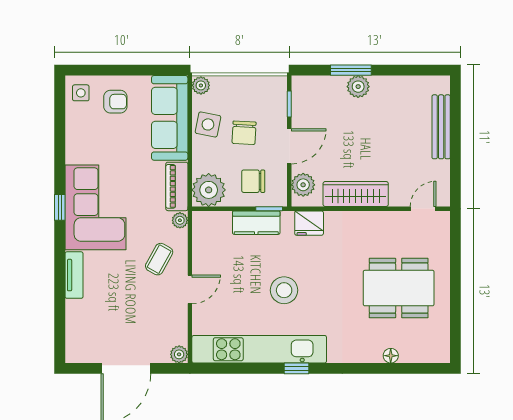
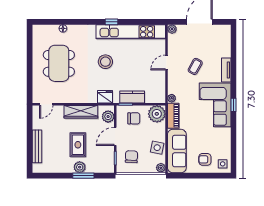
rug: (362, 130) -> (78, 145), added
chair: (244, 133) -> (131, 157), moved
coffee table: (159, 259) -> (195, 66), moved
dining table: (399, 288) -> (59, 63), turned 90
stool: (284, 290) -> (105, 62), moved

